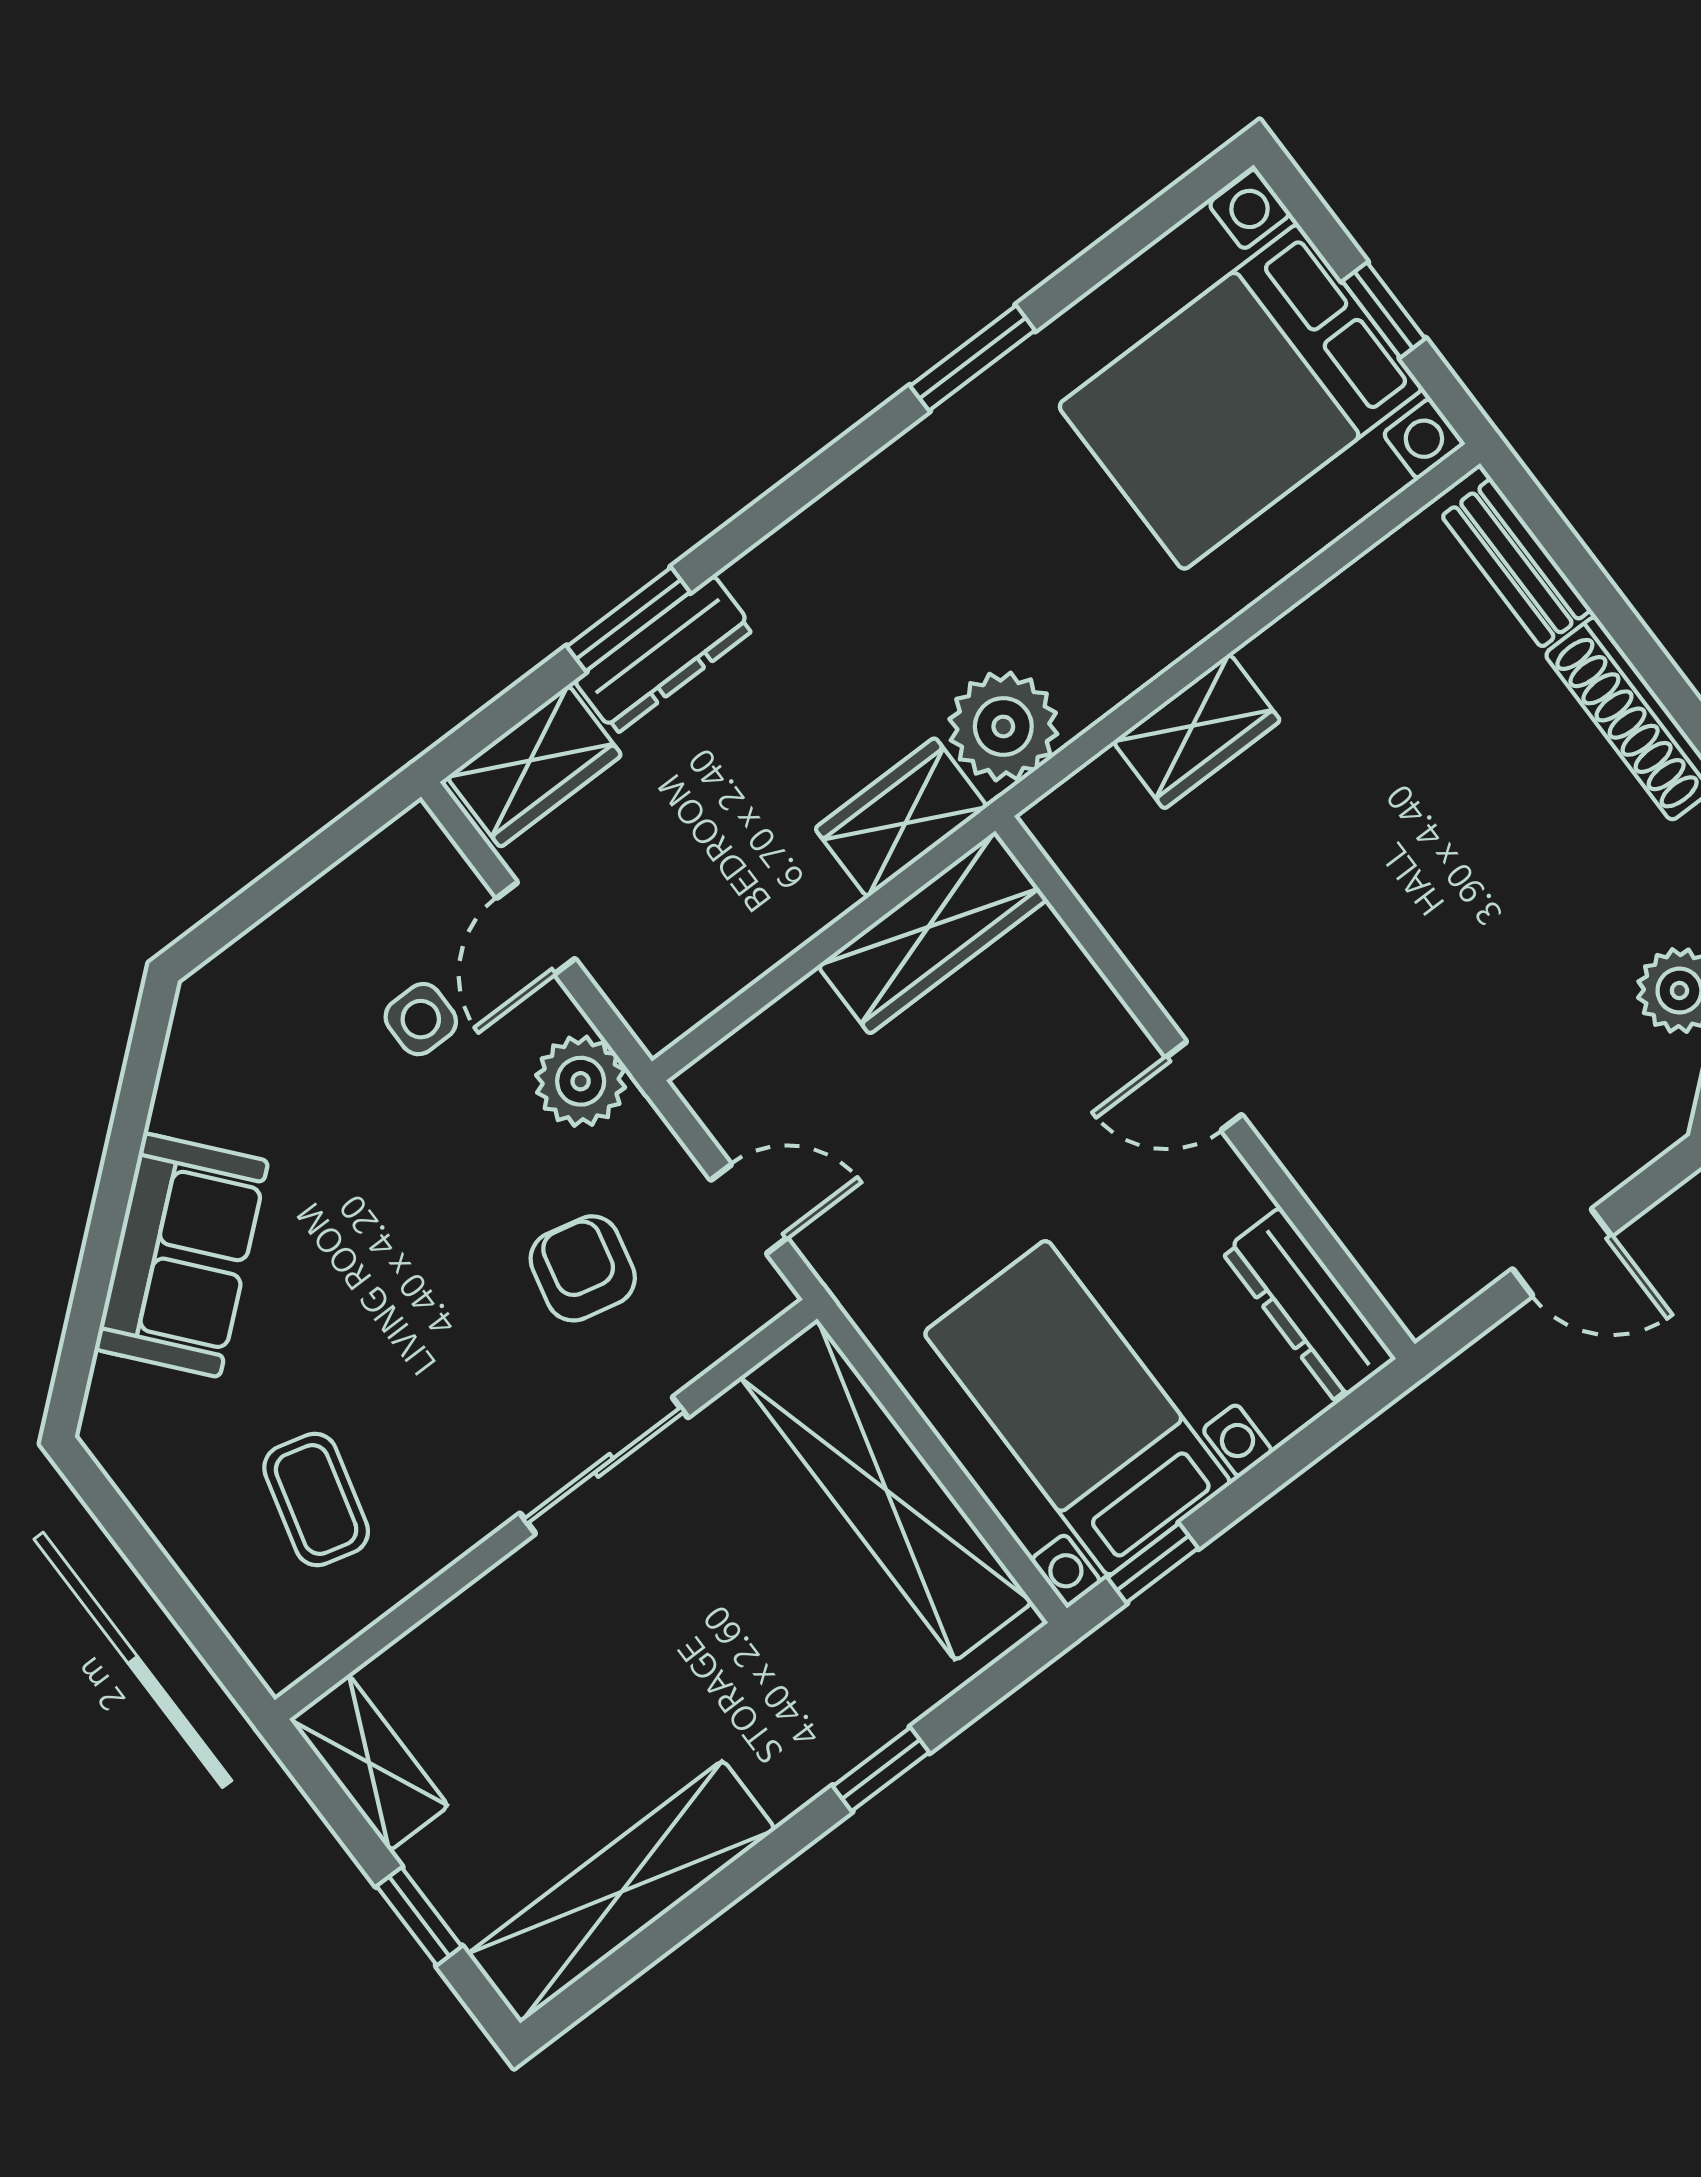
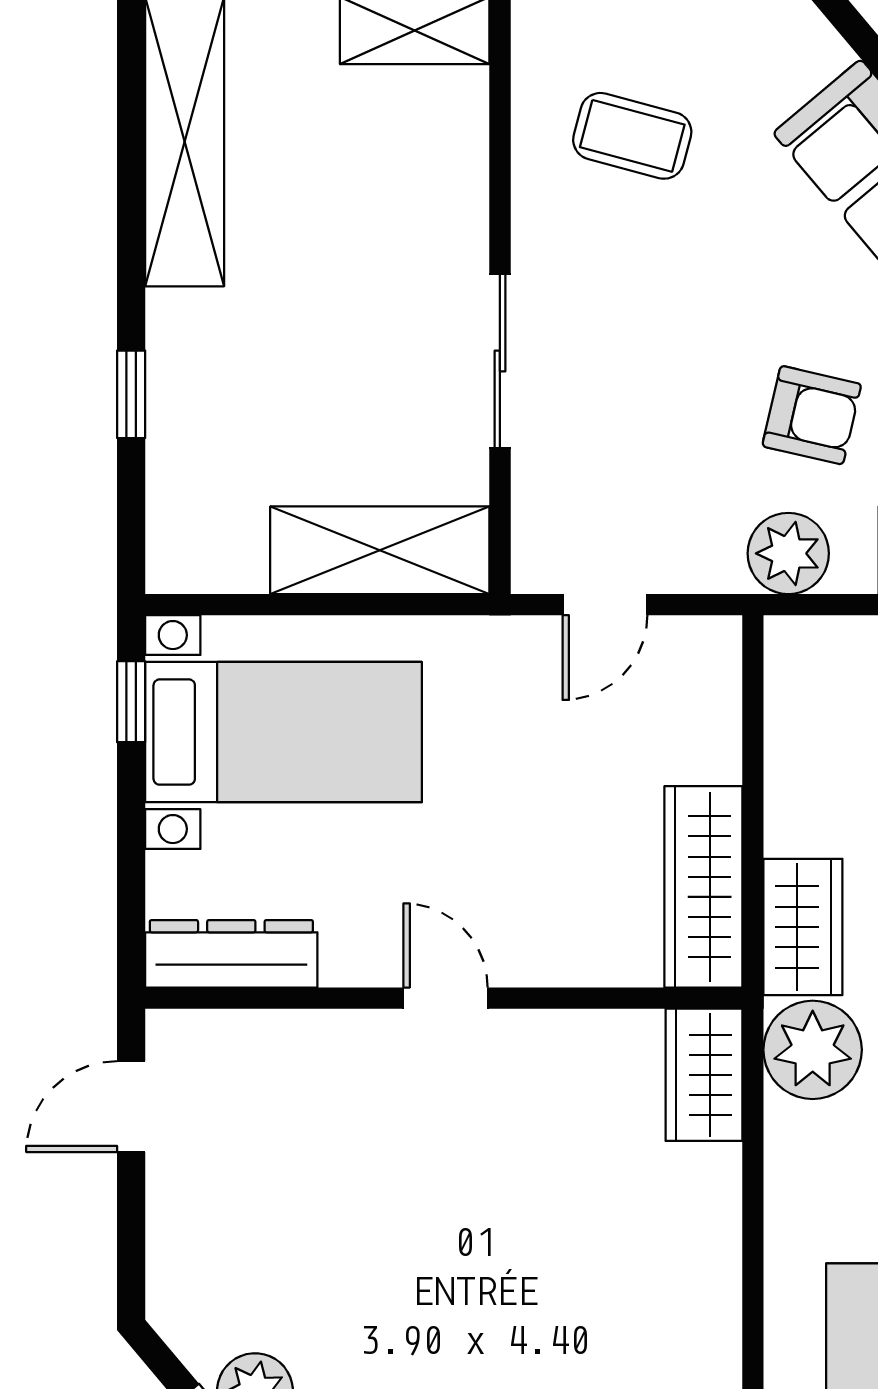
wardrobe: (1197, 731) -> (704, 1075), moved
door: (1204, 1086) -> (446, 998), hinge flipped
door: (1562, 1252) -> (131, 1107), moved
armchair: (583, 1268) -> (812, 415), moved
shelving: (886, 1490) -> (380, 550), width x0.68

